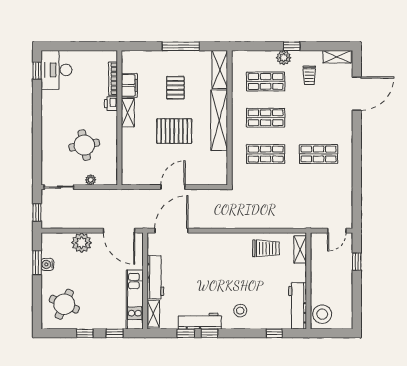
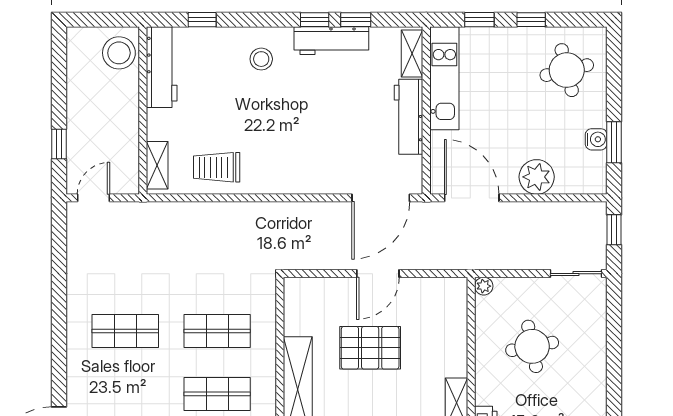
pallet: (174, 131) -> (370, 348), moved
plant: (91, 180) -> (484, 286), moved
round table: (64, 304) -> (567, 70), turned -38

